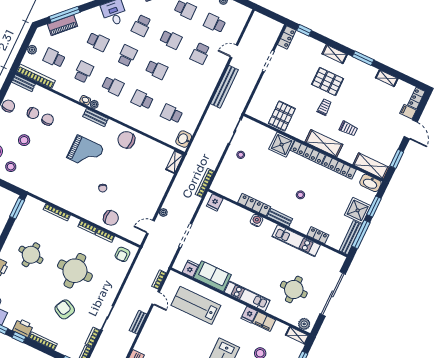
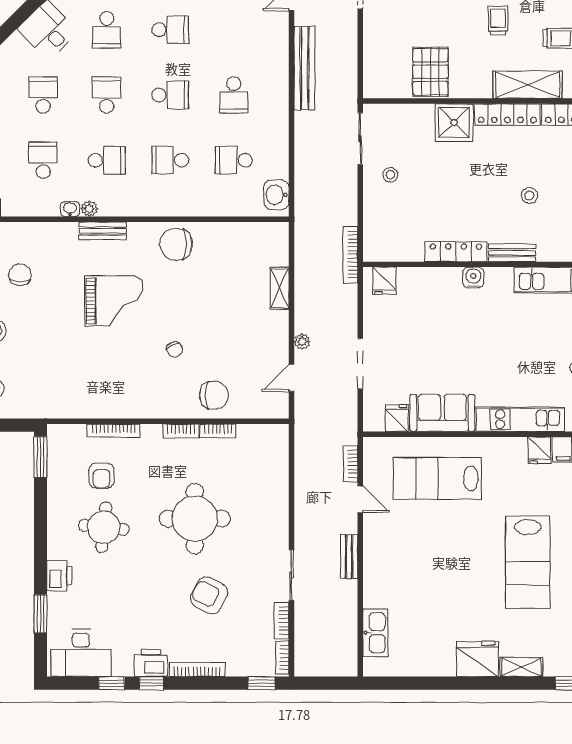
school desk: (98, 42) -> (43, 95), turned -90
school desk: (200, 53) -> (234, 95), moved
shelving: (175, 162) -> (279, 288), moved
armchair: (122, 254) -> (101, 476), moved

